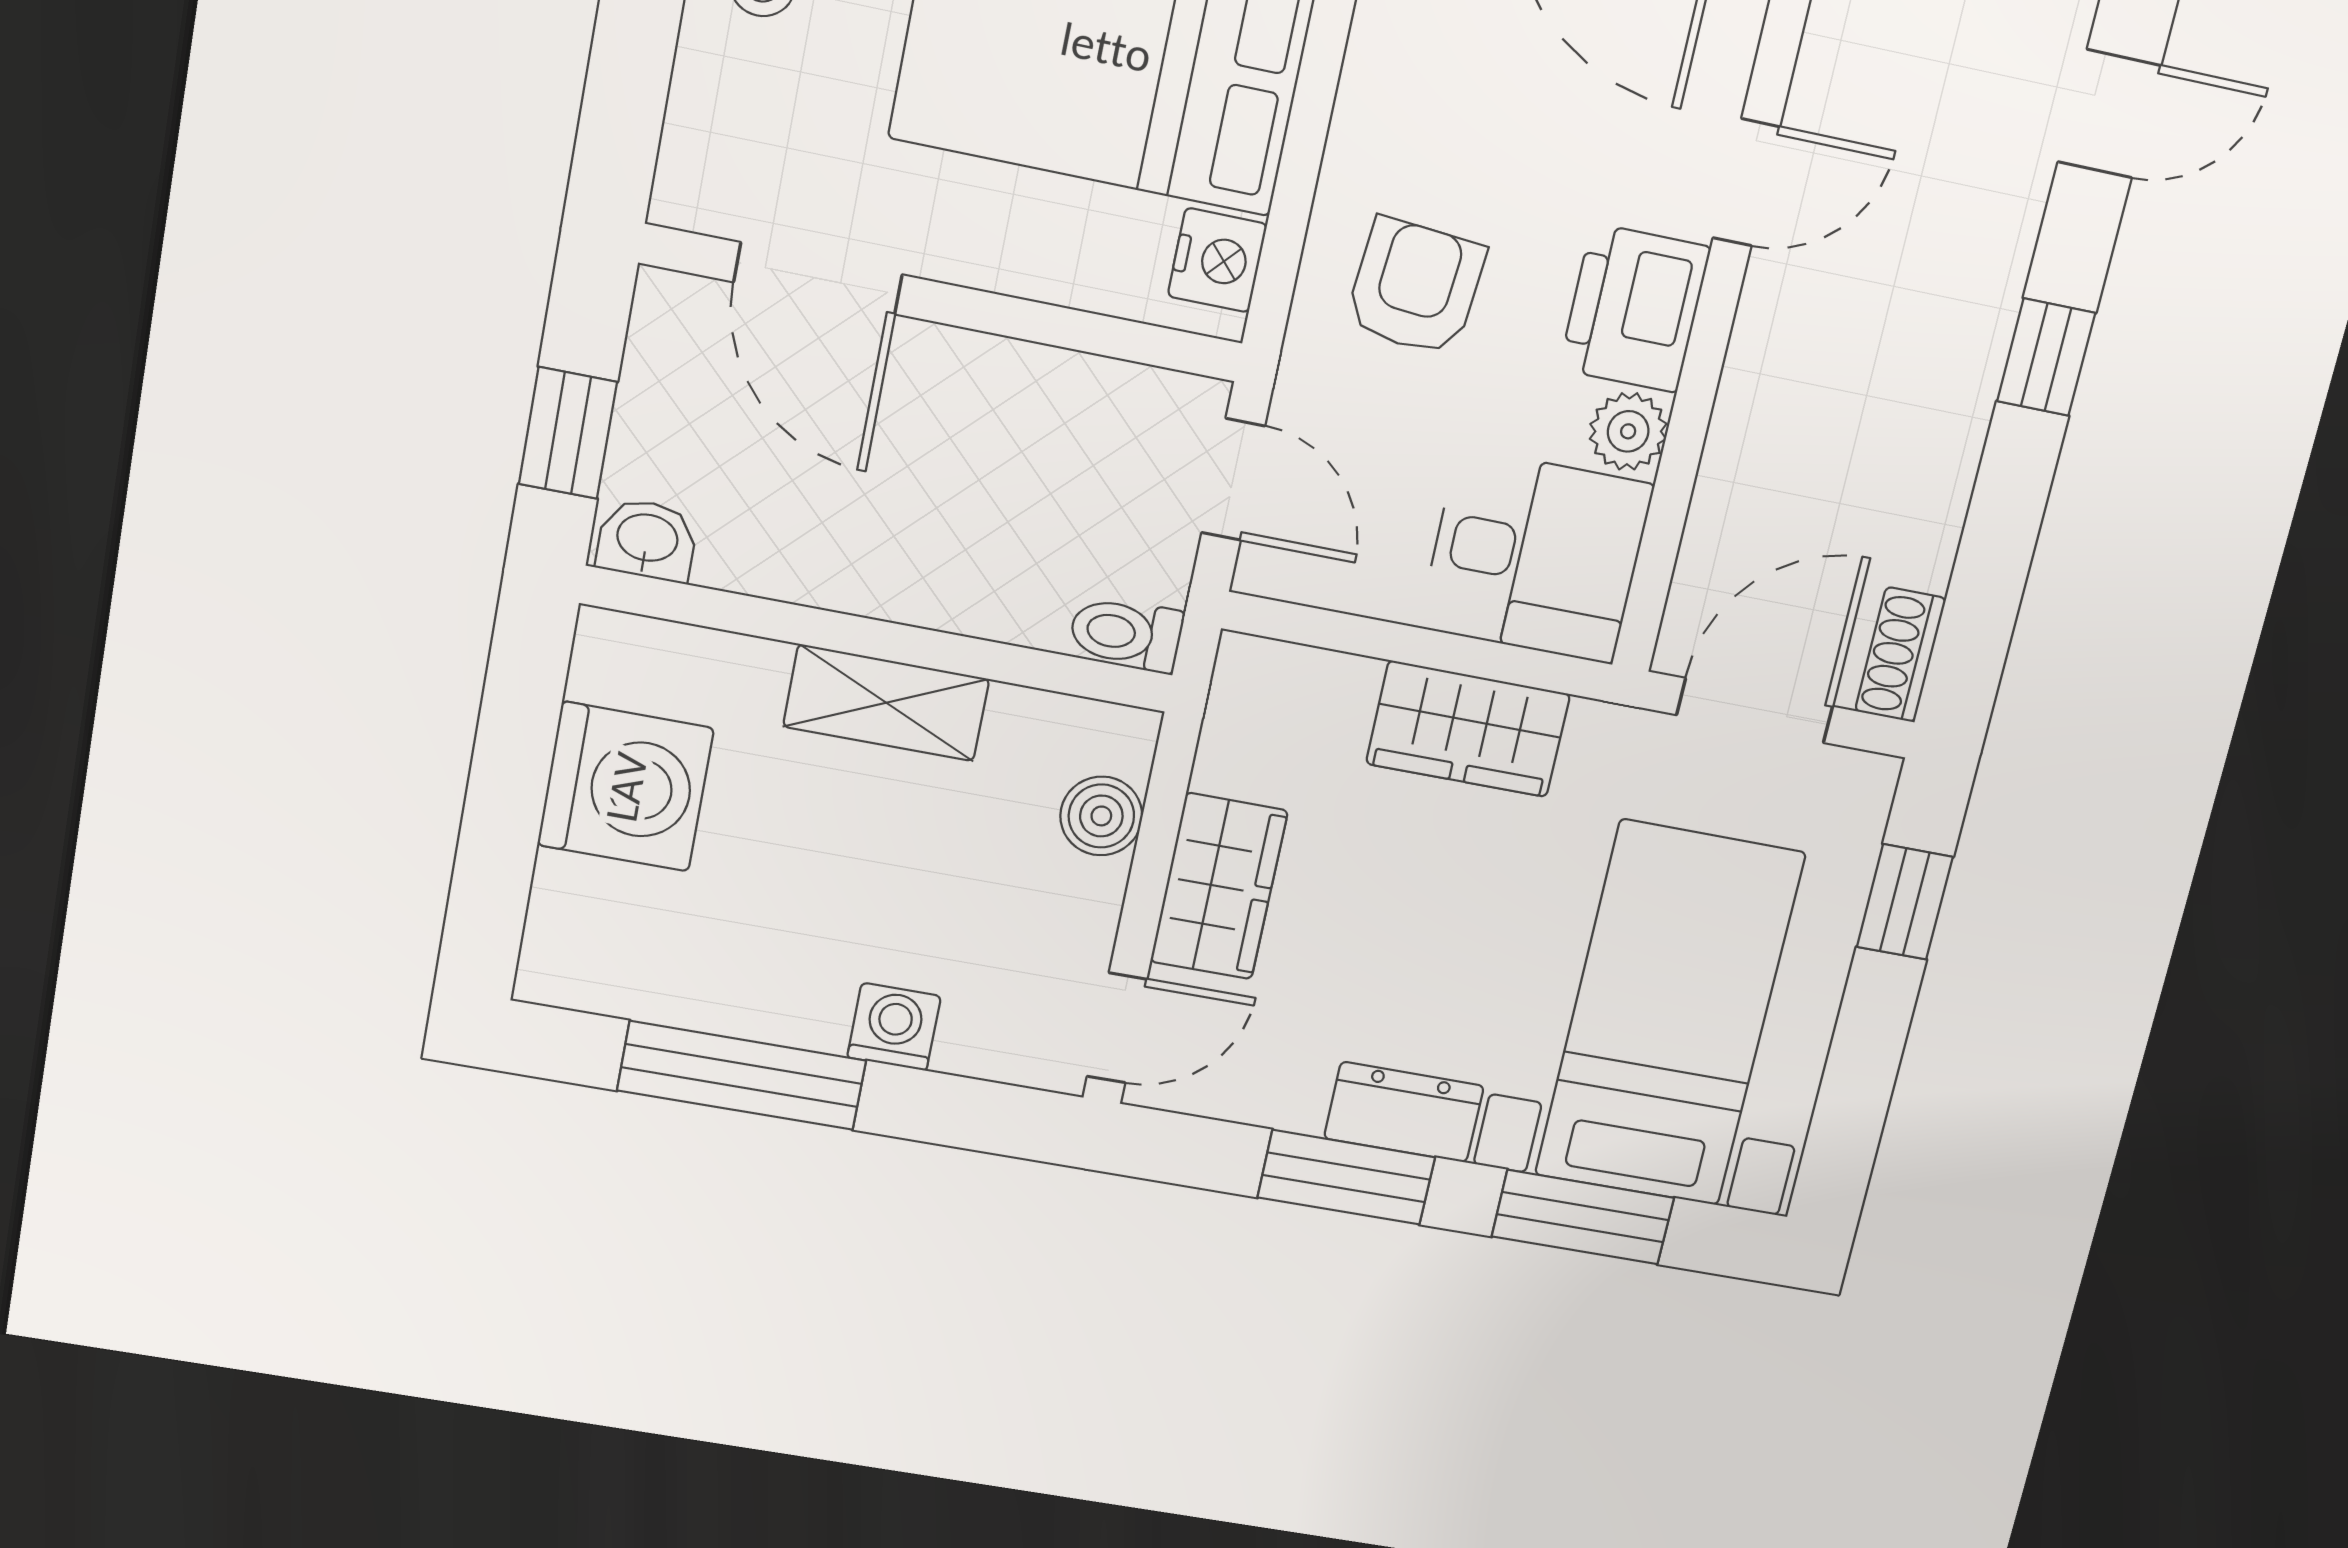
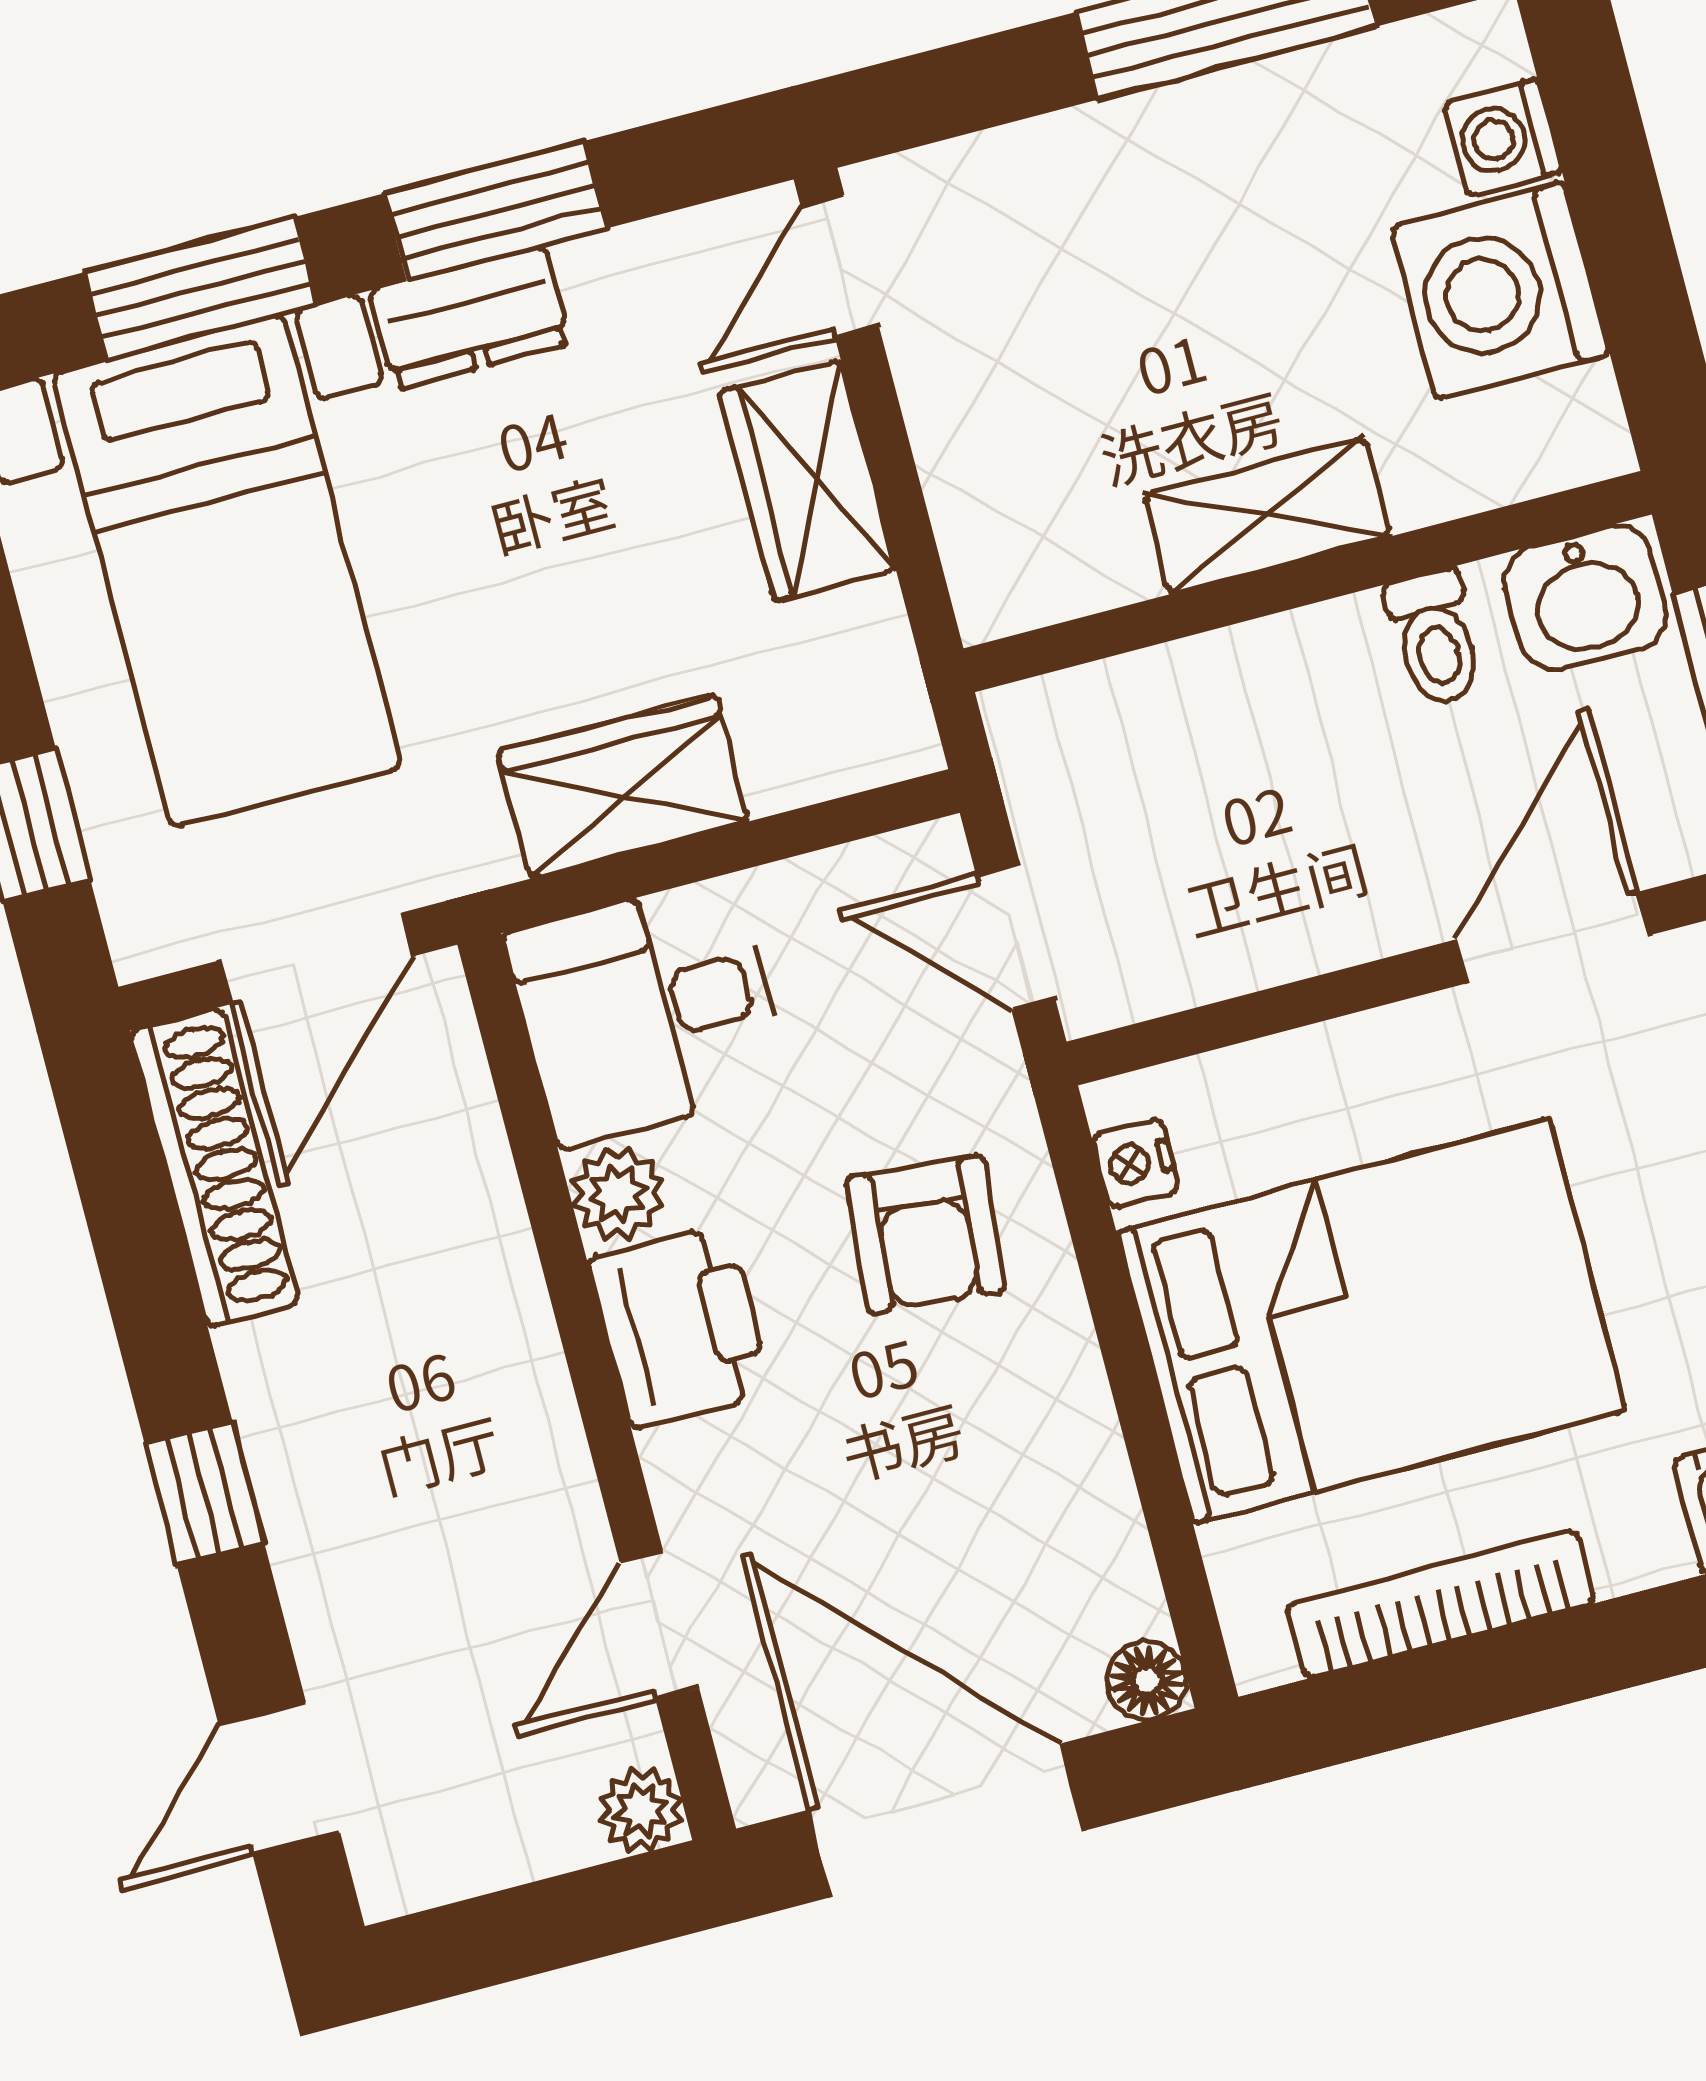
door: (1746, 182) -> (659, 1625), moved
nightstand: (1217, 260) -> (1135, 1163), width x0.72, depth x0.74
door: (818, 278) -> (1552, 938), hinge flipped
washbasin: (647, 540) -> (1585, 598), width x1.38, depth x1.45
toilet: (1126, 634) -> (1435, 638), moved, turned 90
shoe rack: (1900, 655) -> (215, 1167), width x1.94, depth x1.24
boiler: (1101, 816) -> (975, 499), removed
washing machine: (894, 1027) -> (1503, 137), moved, turned 90

